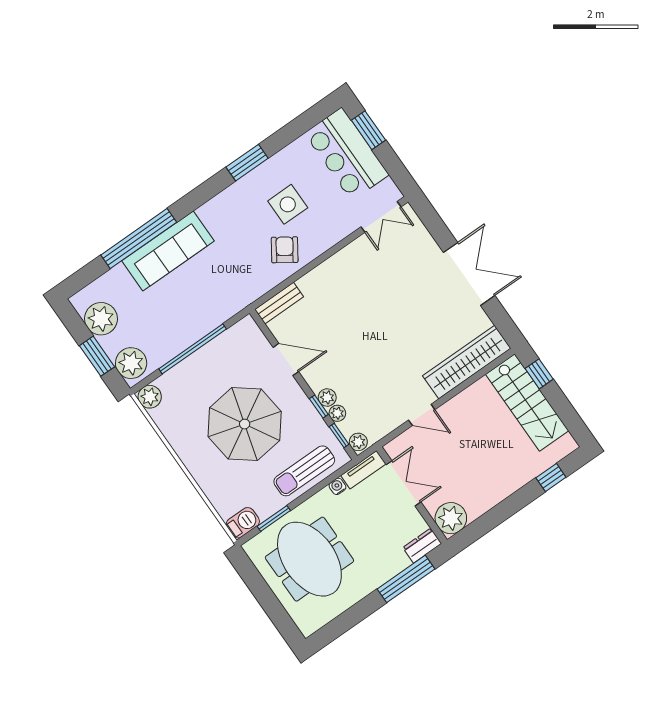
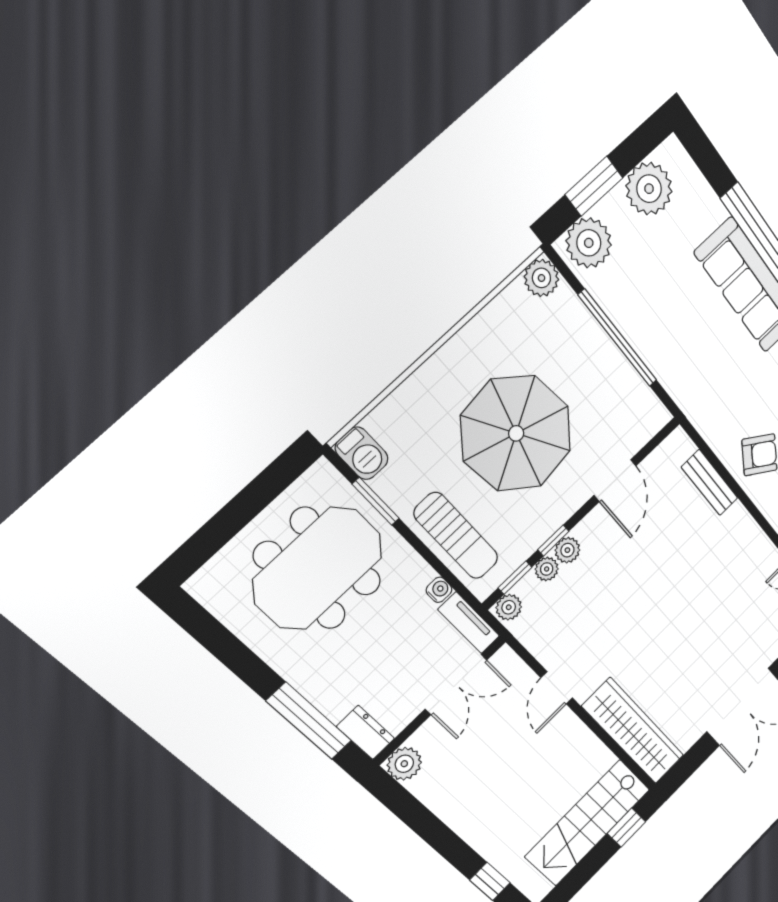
bench: (279, 303) -> (710, 483), moved
sun lounger: (304, 471) -> (456, 536), turned 180
plant: (451, 518) -> (404, 764), width x0.73, depth x0.73

